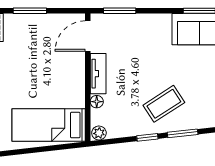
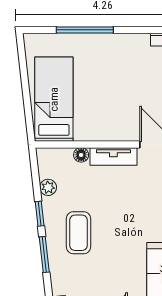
coffee table: (164, 104) -> (79, 233), turned 33
plant: (99, 133) -> (48, 187), moved

